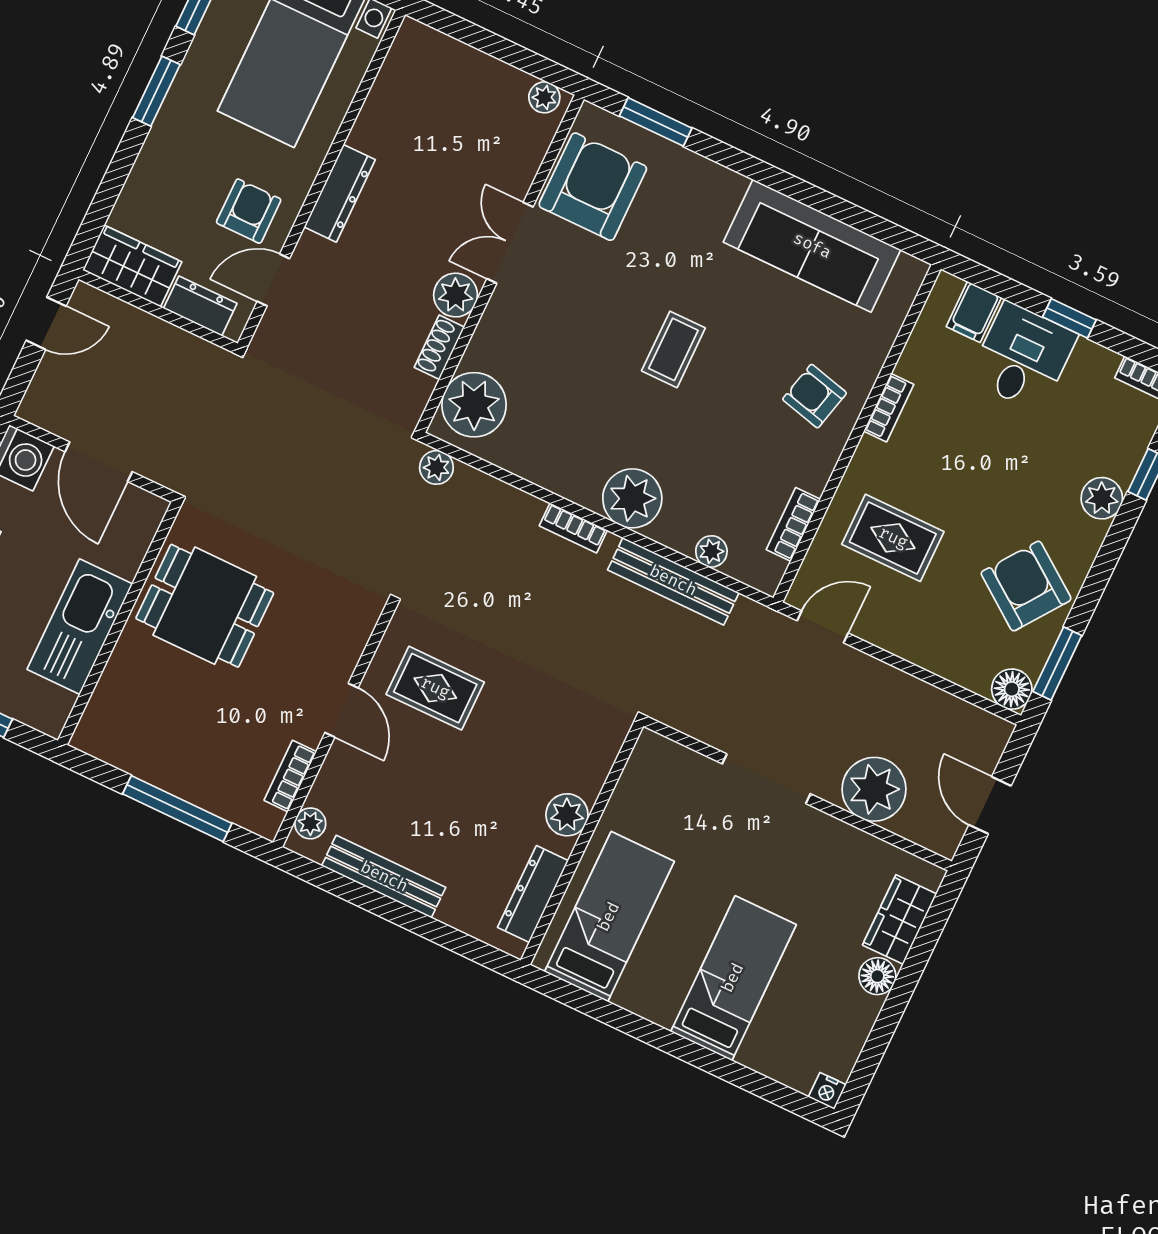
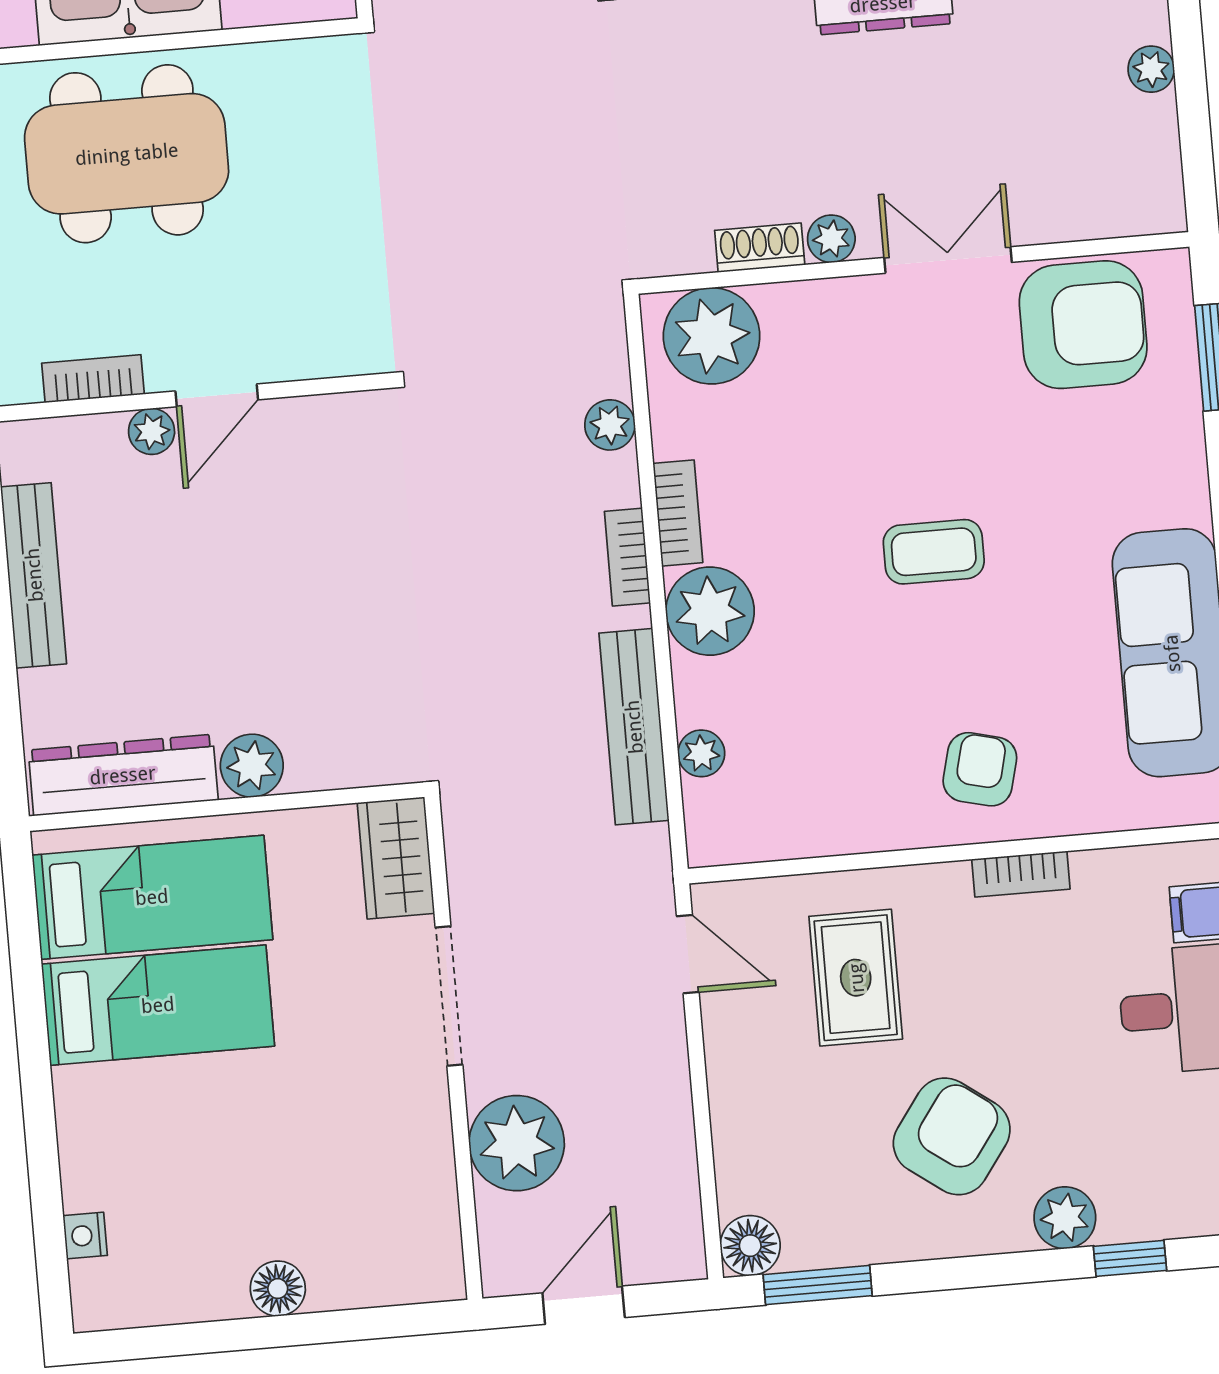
plant: (544, 97) -> (1151, 69), moved
plant: (456, 295) -> (831, 239), width x0.73, depth x0.73
plant: (436, 467) -> (610, 425), moved
bookcase: (793, 524) -> (678, 513), moved, turned 90
armchair: (1026, 586) -> (952, 1136), moved
dining table: (205, 606) -> (127, 154), moved, width x1.38
rug: (435, 688) -> (316, 500), removed
plant: (310, 823) -> (152, 431), moved
dresser: (533, 894) -> (123, 775), width x1.37, depth x1.24
wardrobe: (900, 920) -> (396, 858), moved, turned -90
bed: (733, 978) -> (158, 1005), moved
nightstand: (827, 1091) -> (85, 1236), moved

